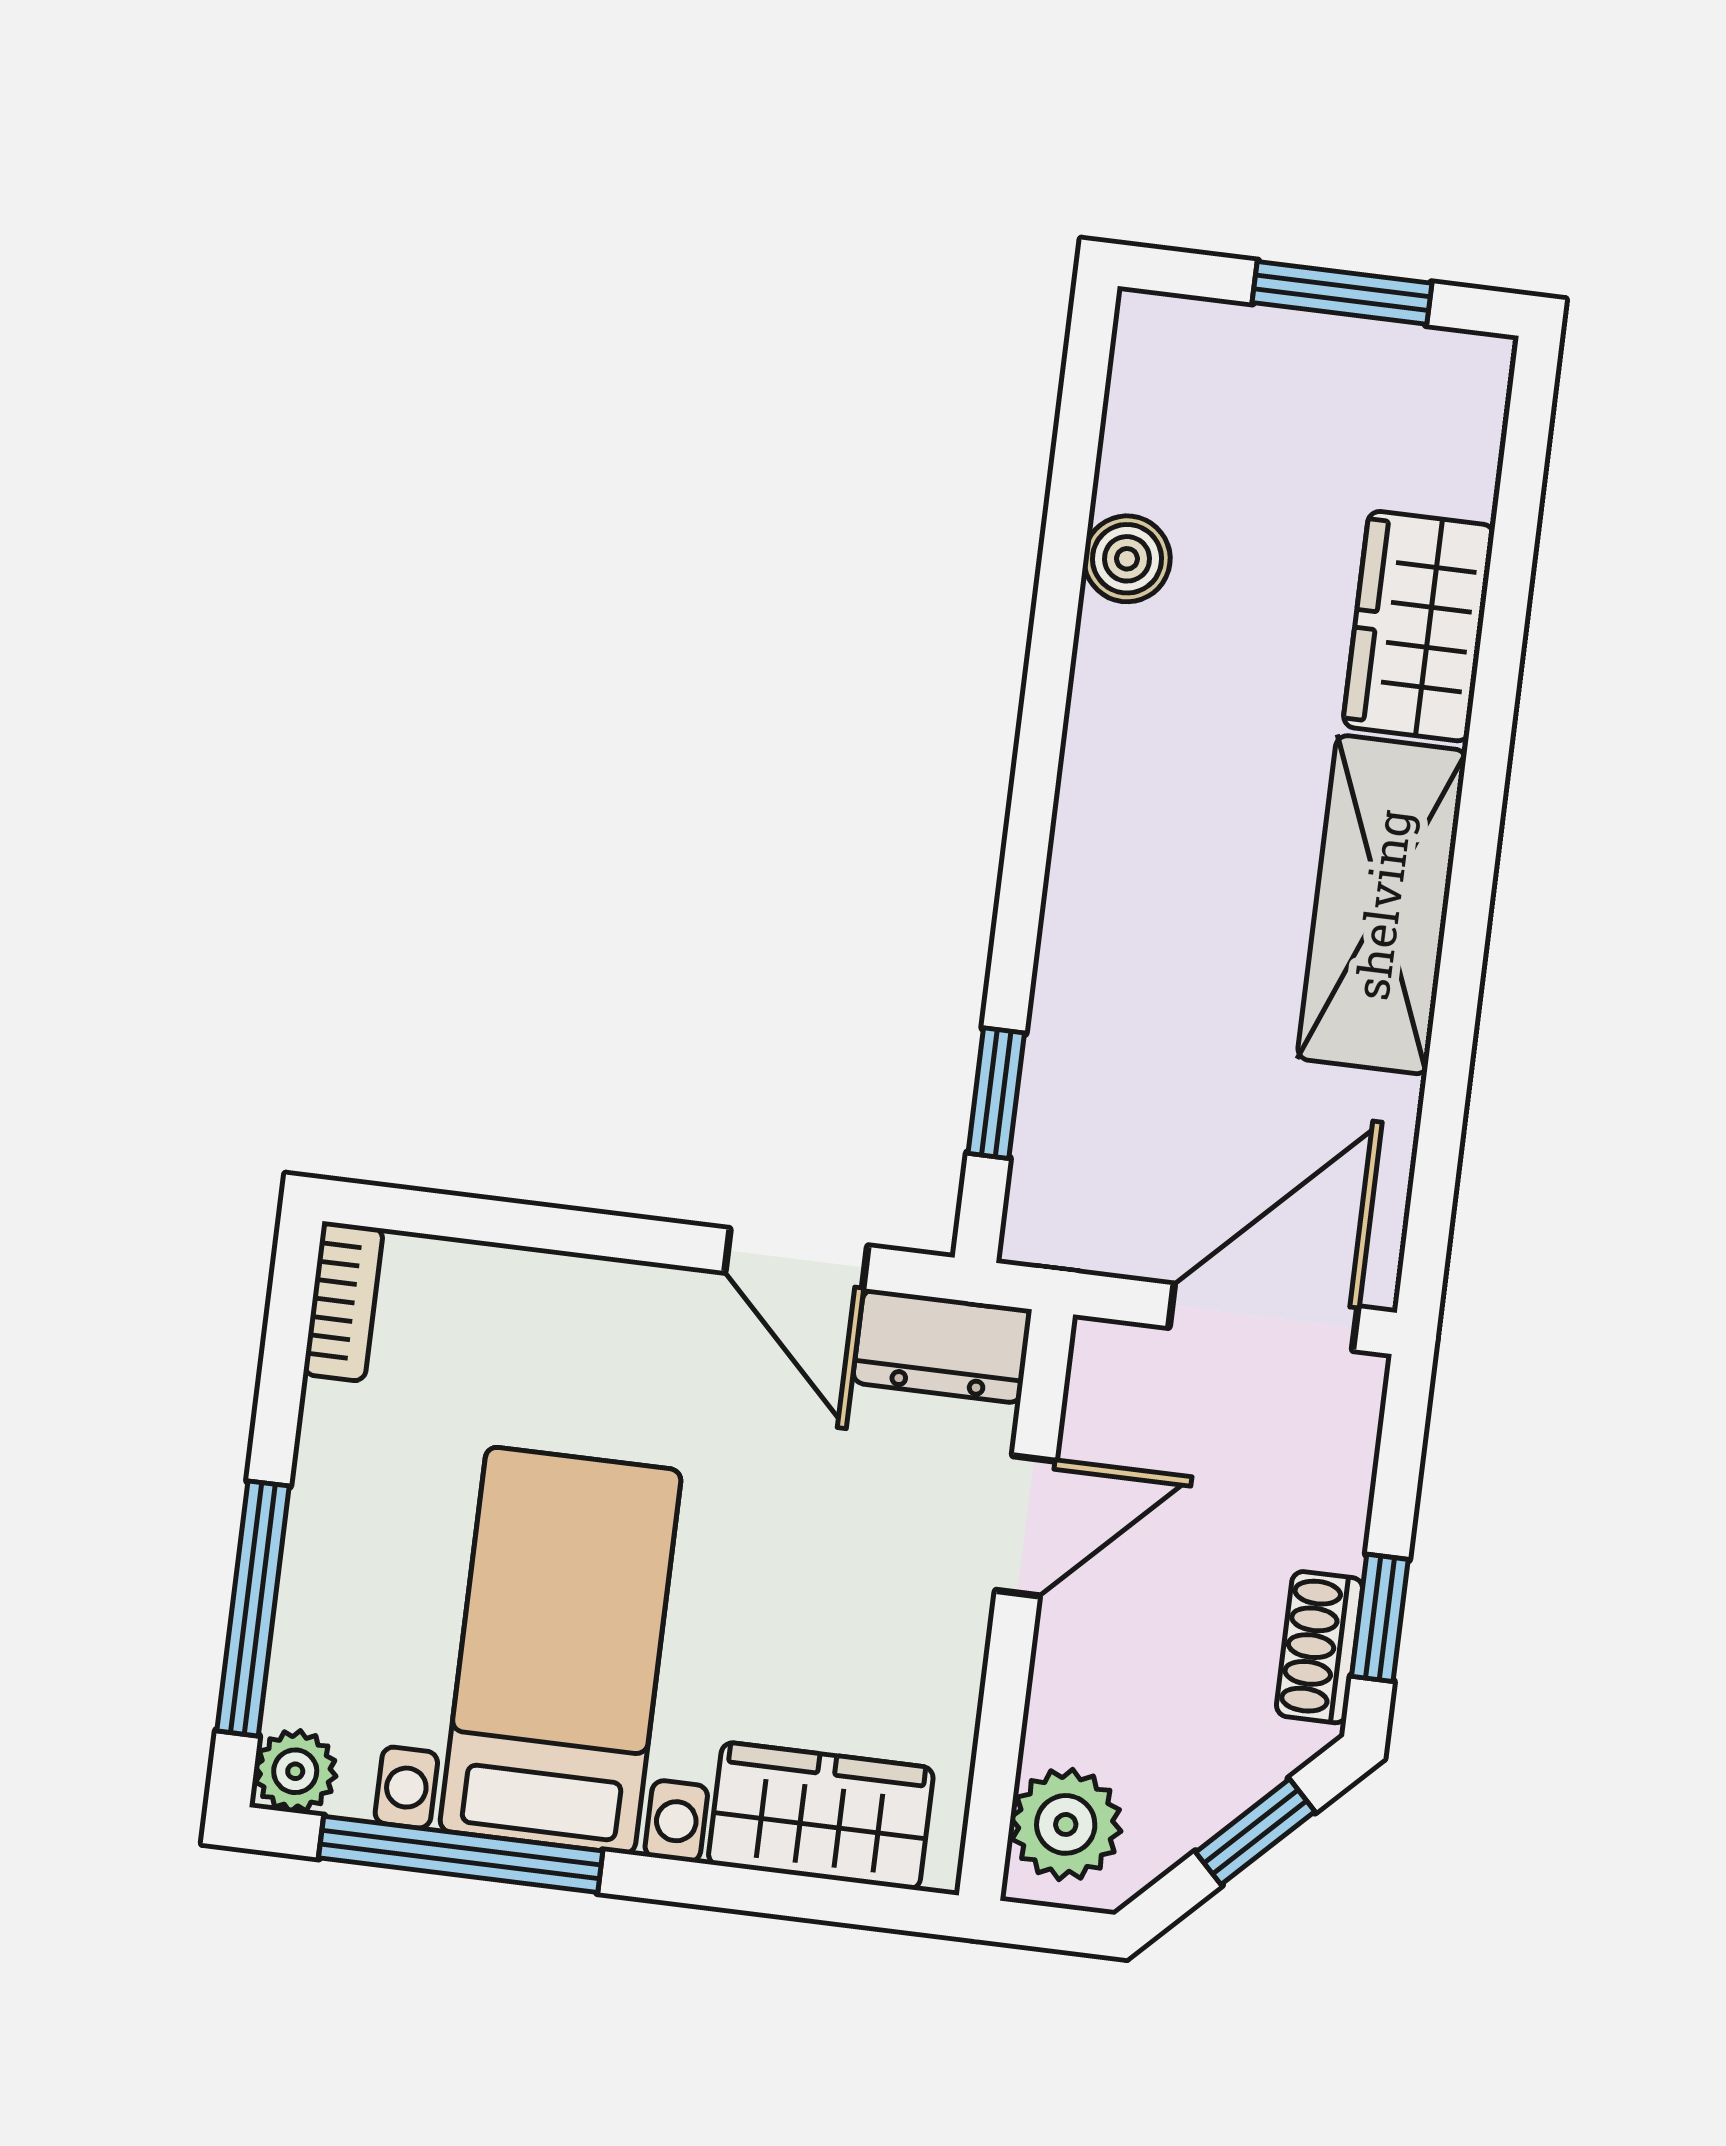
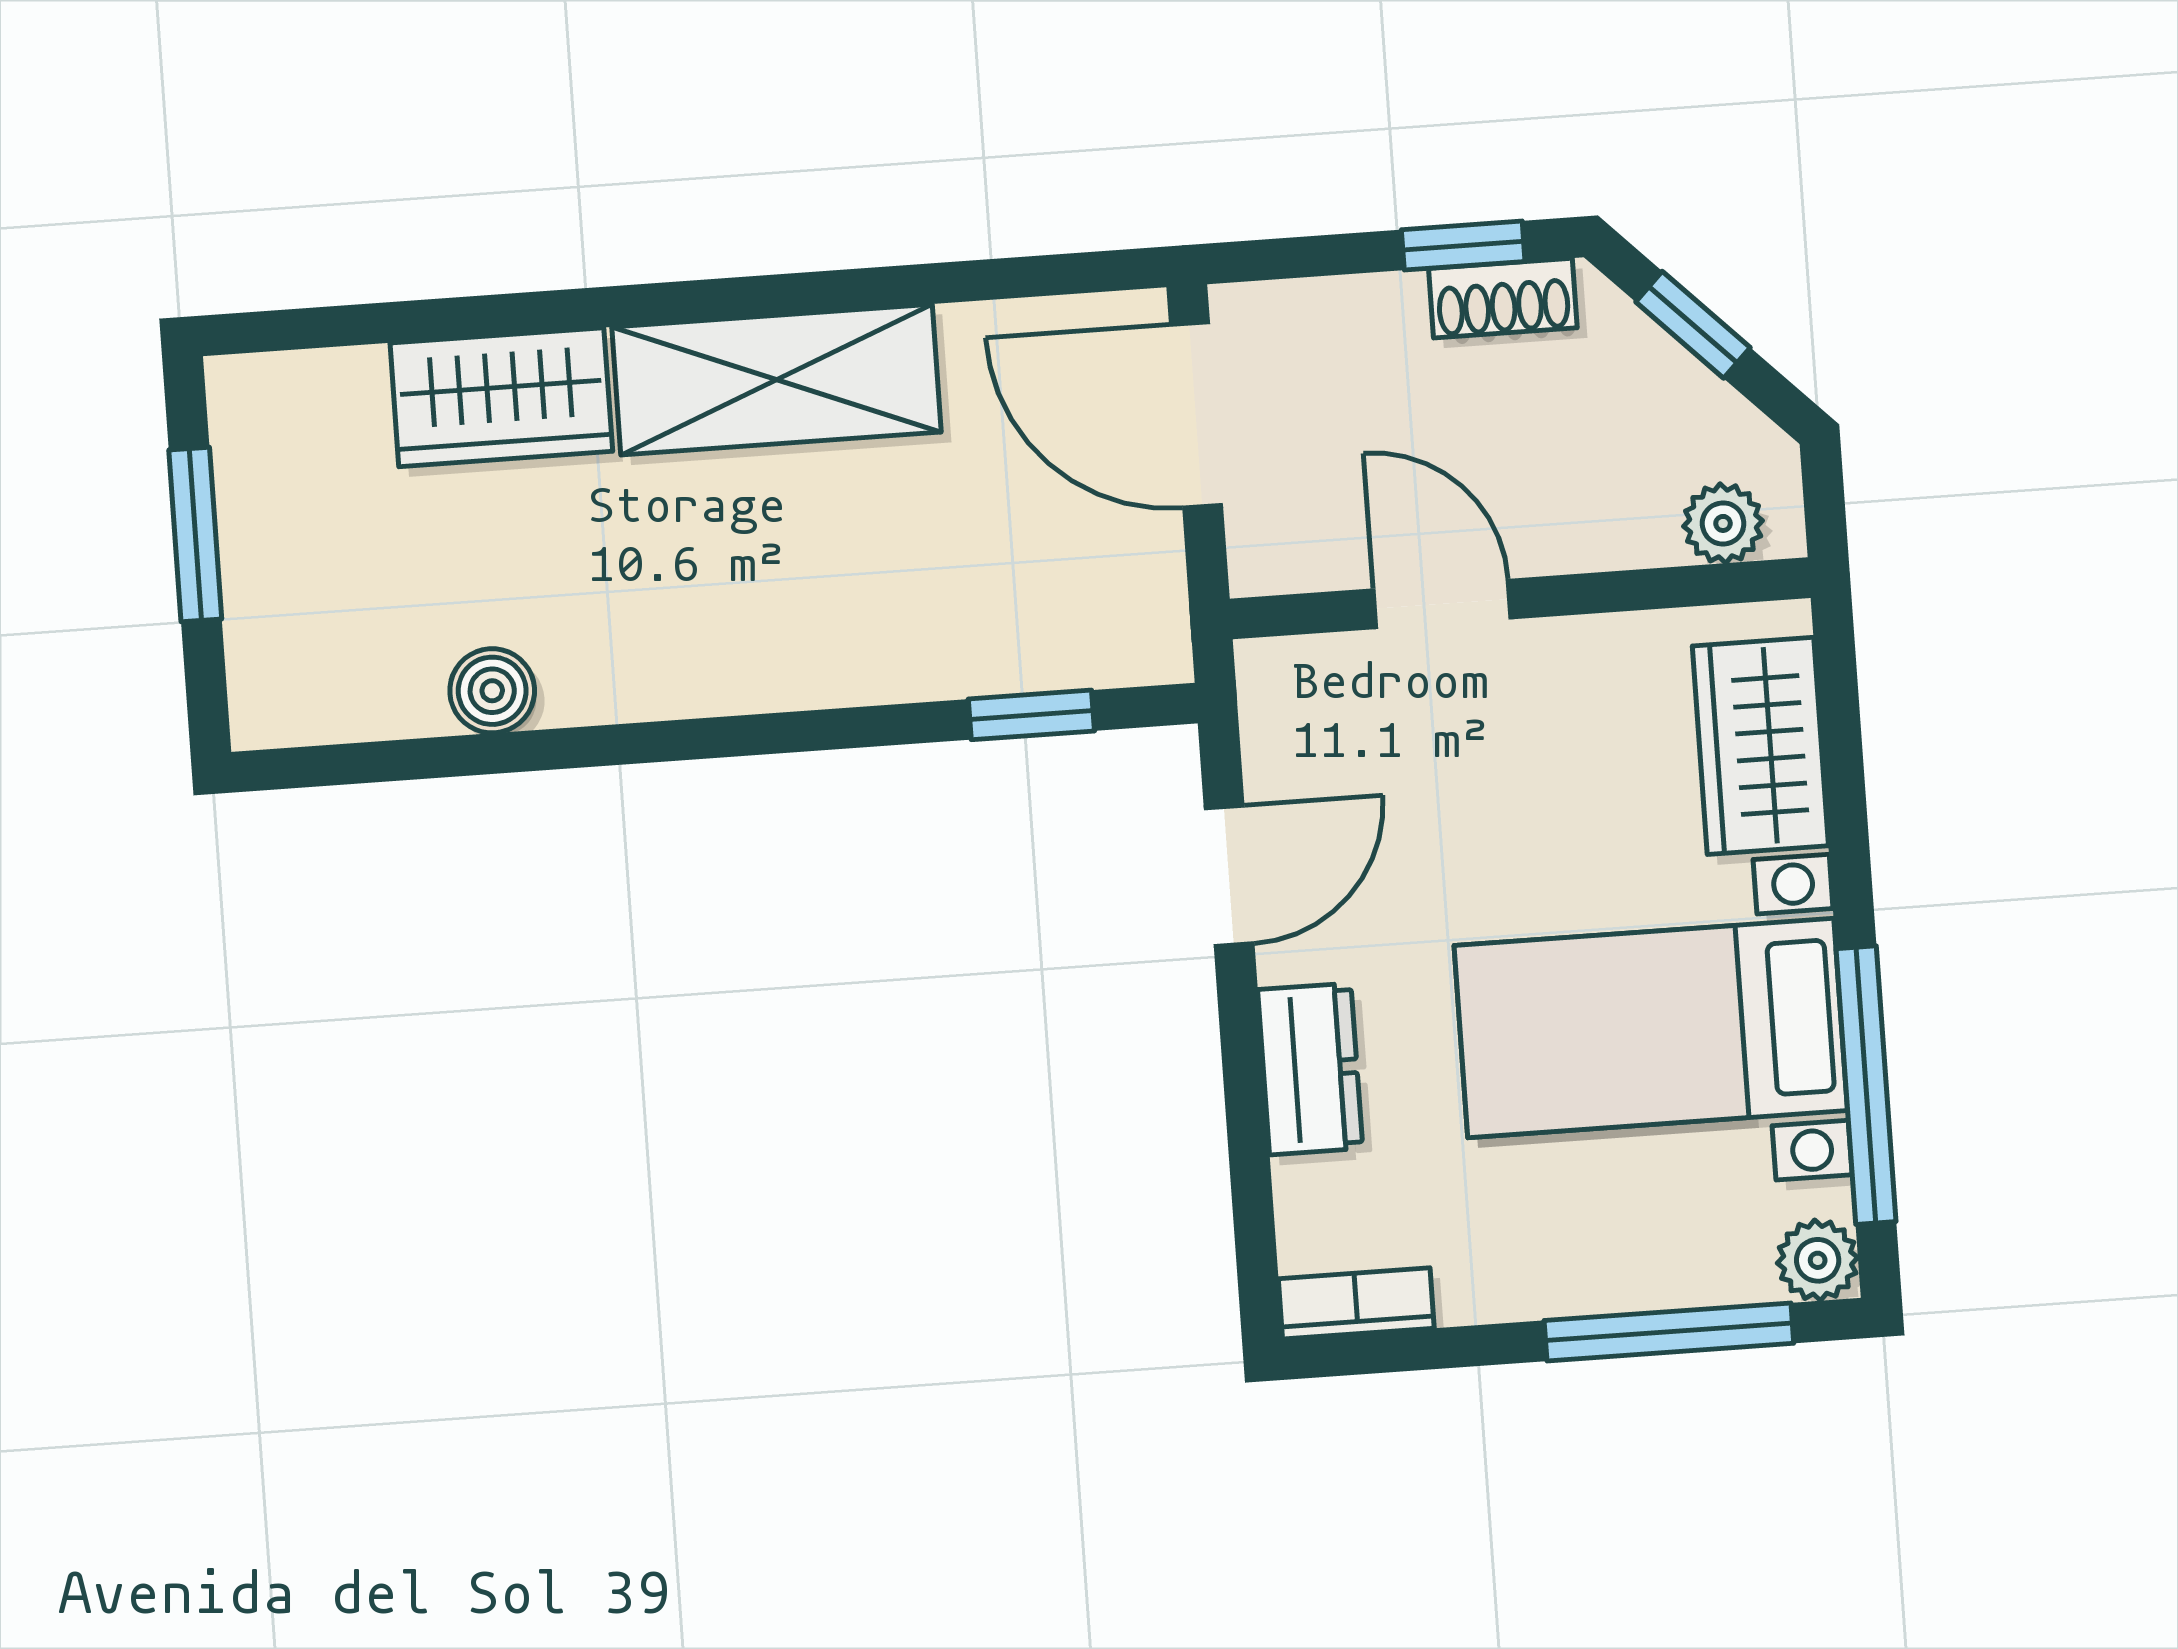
dresser: (942, 1346) -> (1310, 1069), moved
plant: (1066, 1824) -> (1723, 523), width x0.73, depth x0.73

